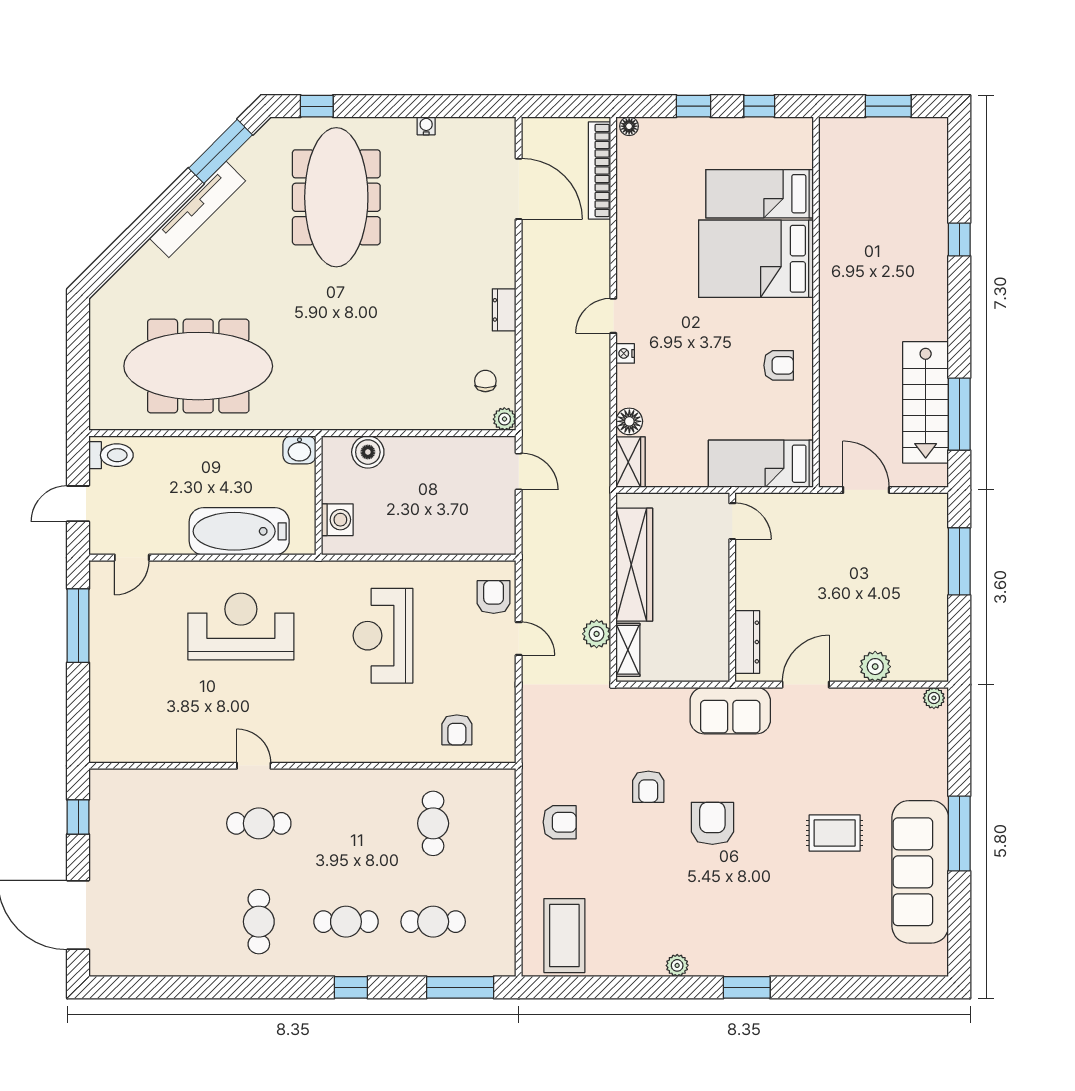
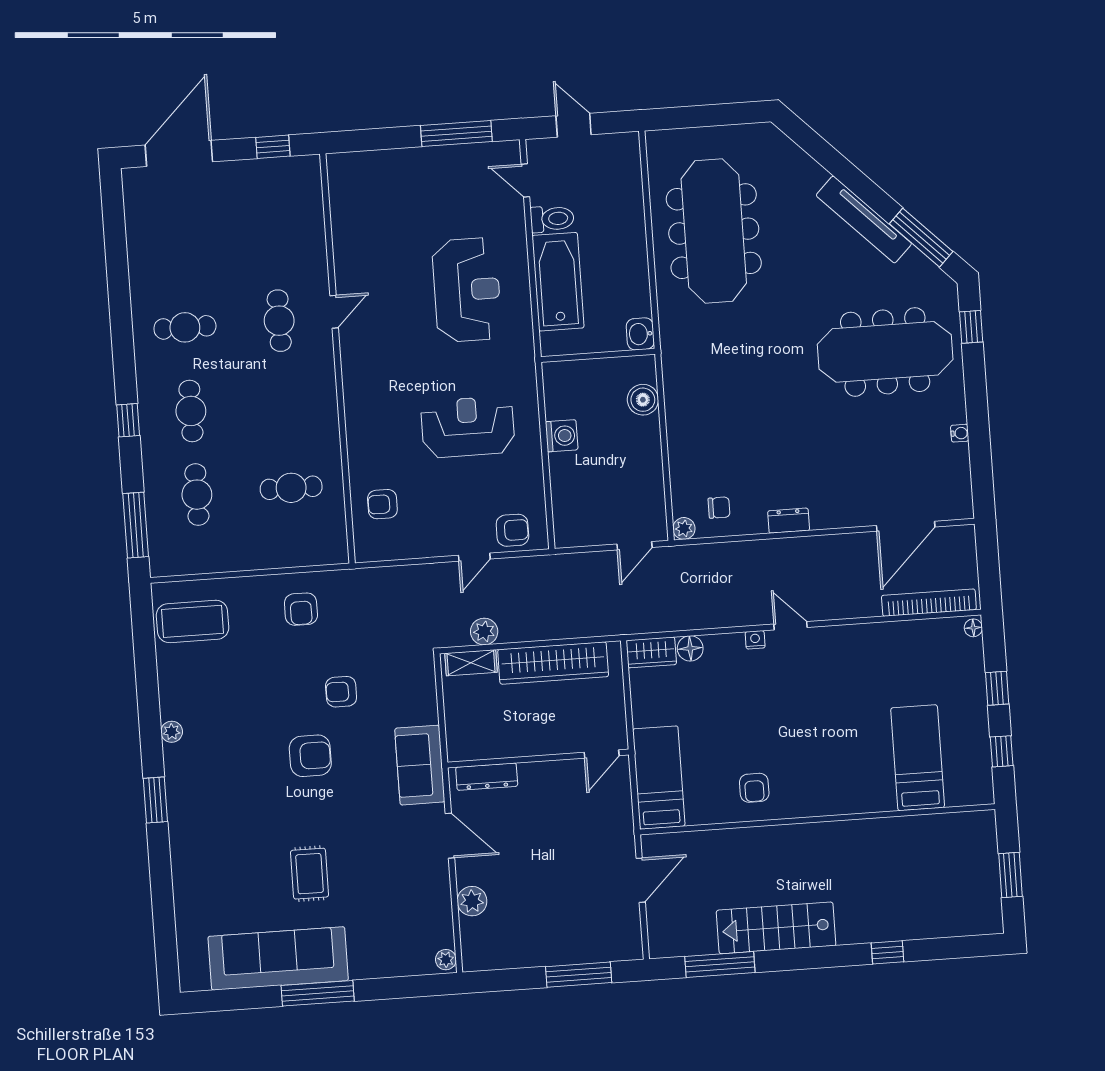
bed: (756, 259) -> (855, 759), removed
stairs: (926, 402) -> (776, 928), moved
toilet: (111, 455) -> (552, 219), moved, turned -90
washing machine: (337, 520) -> (562, 436), moved, turned -90

